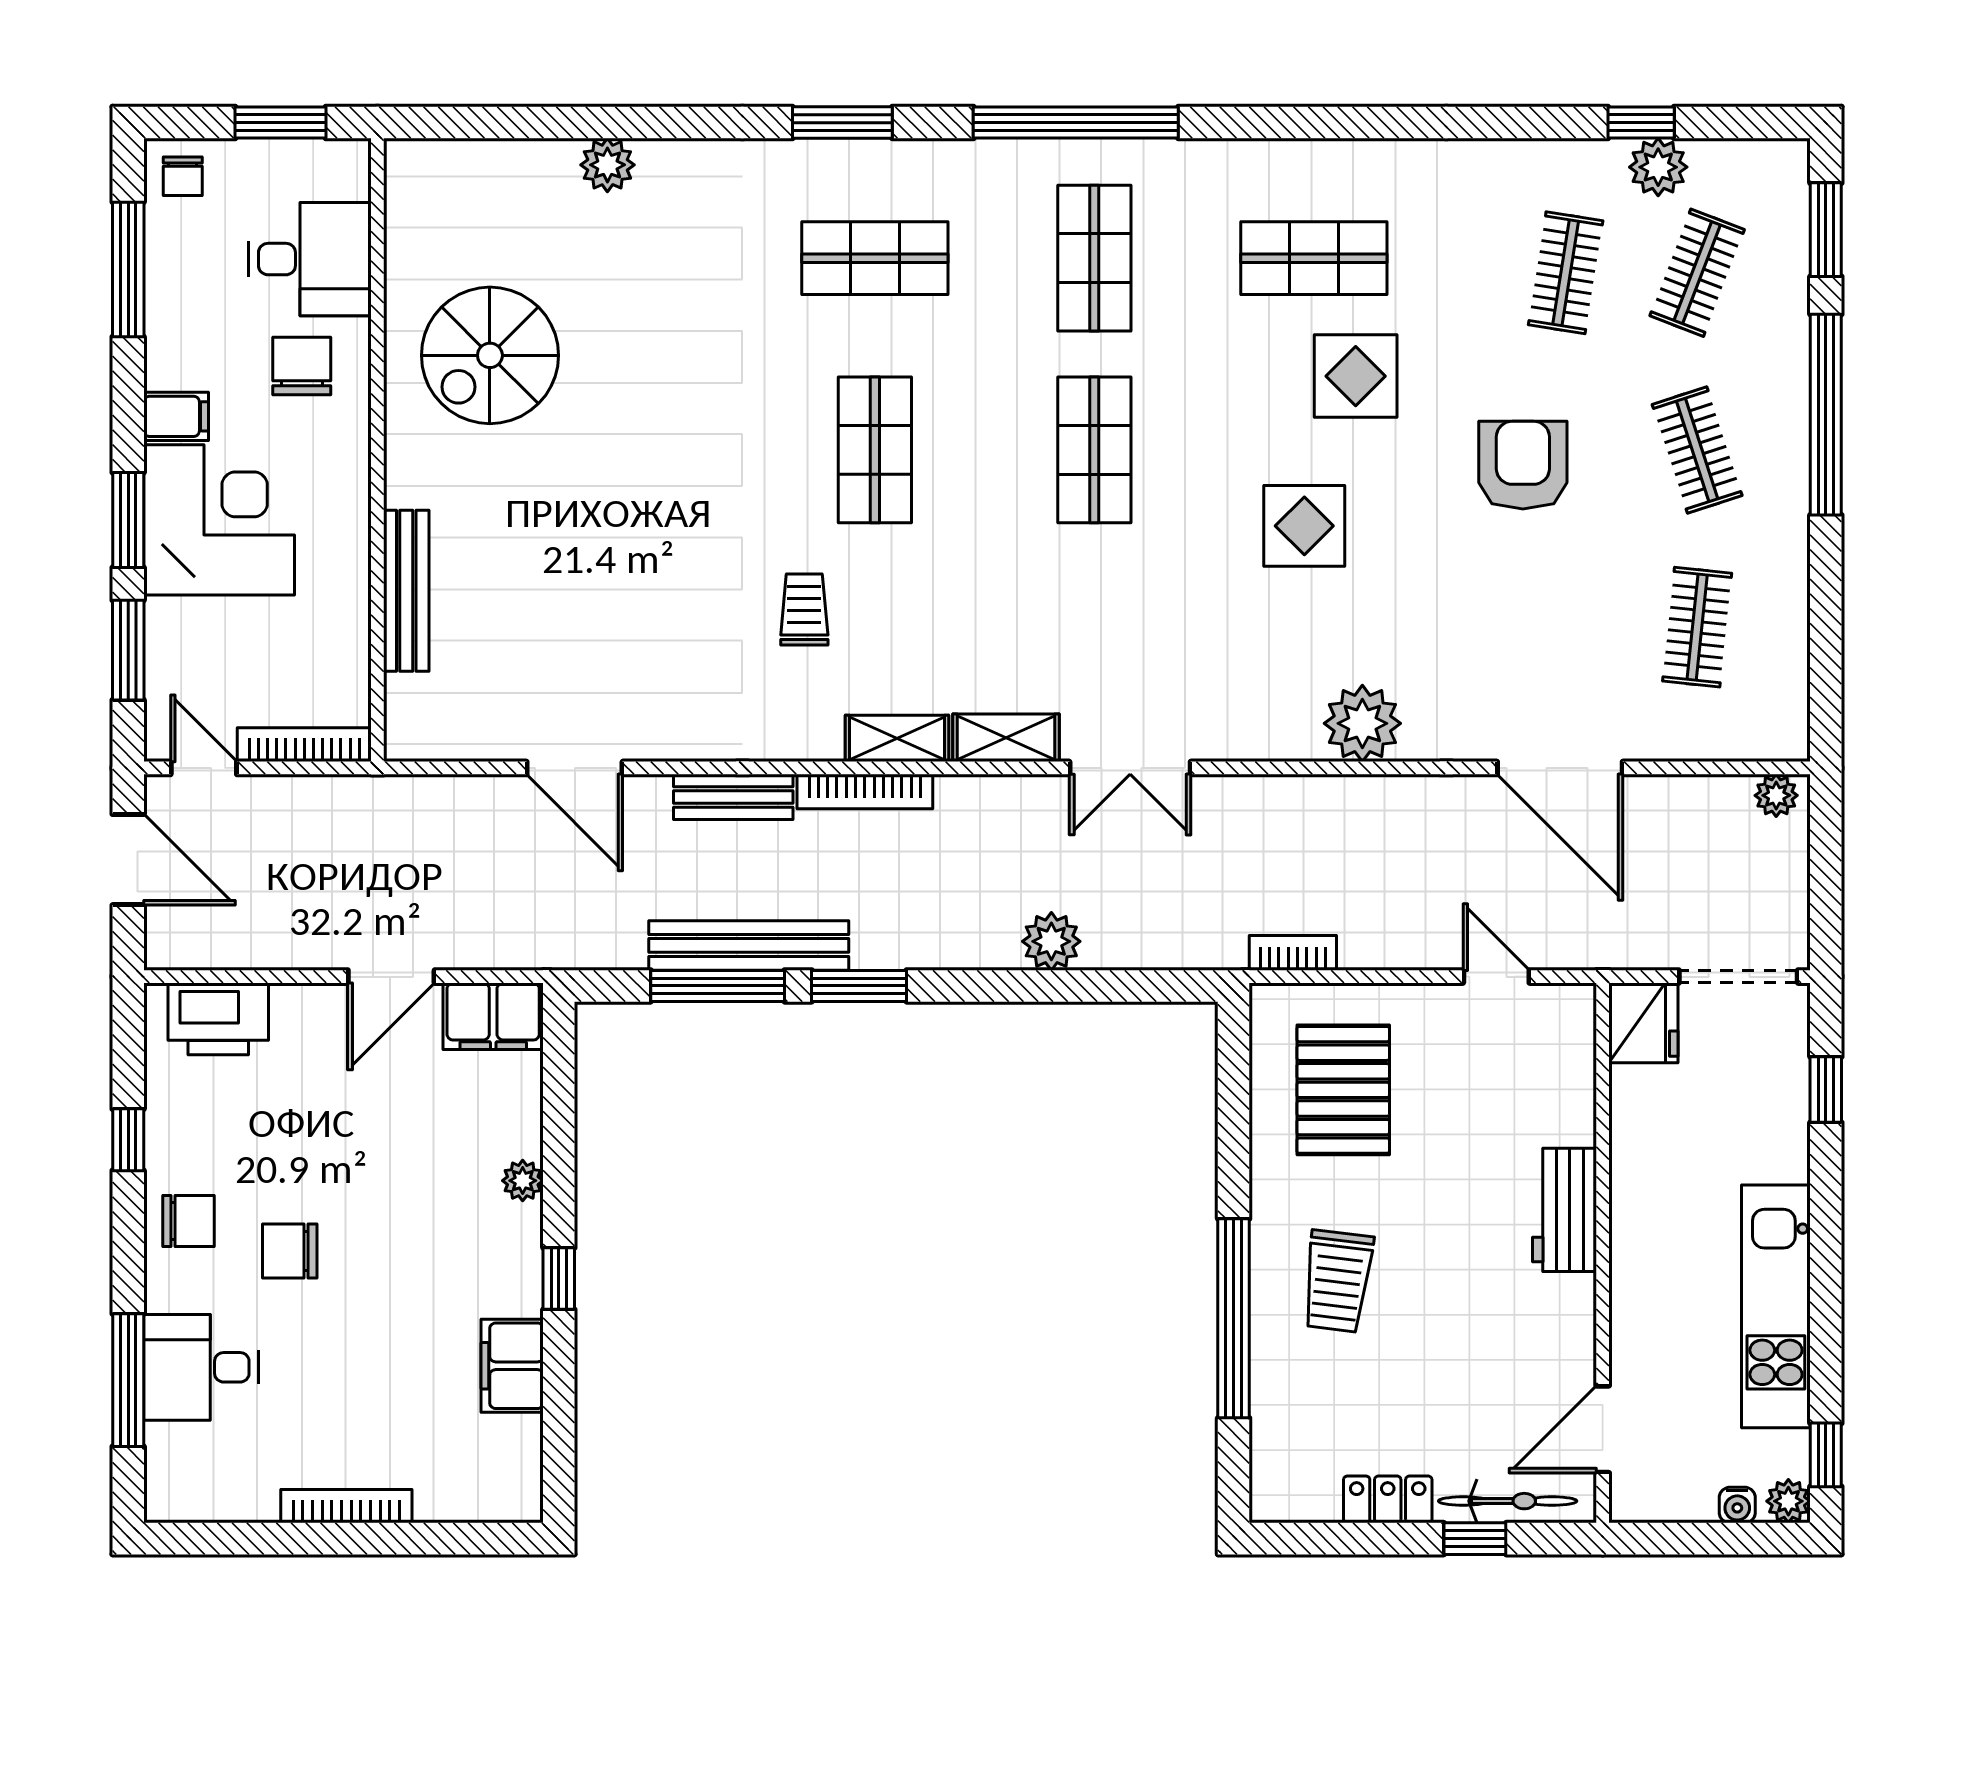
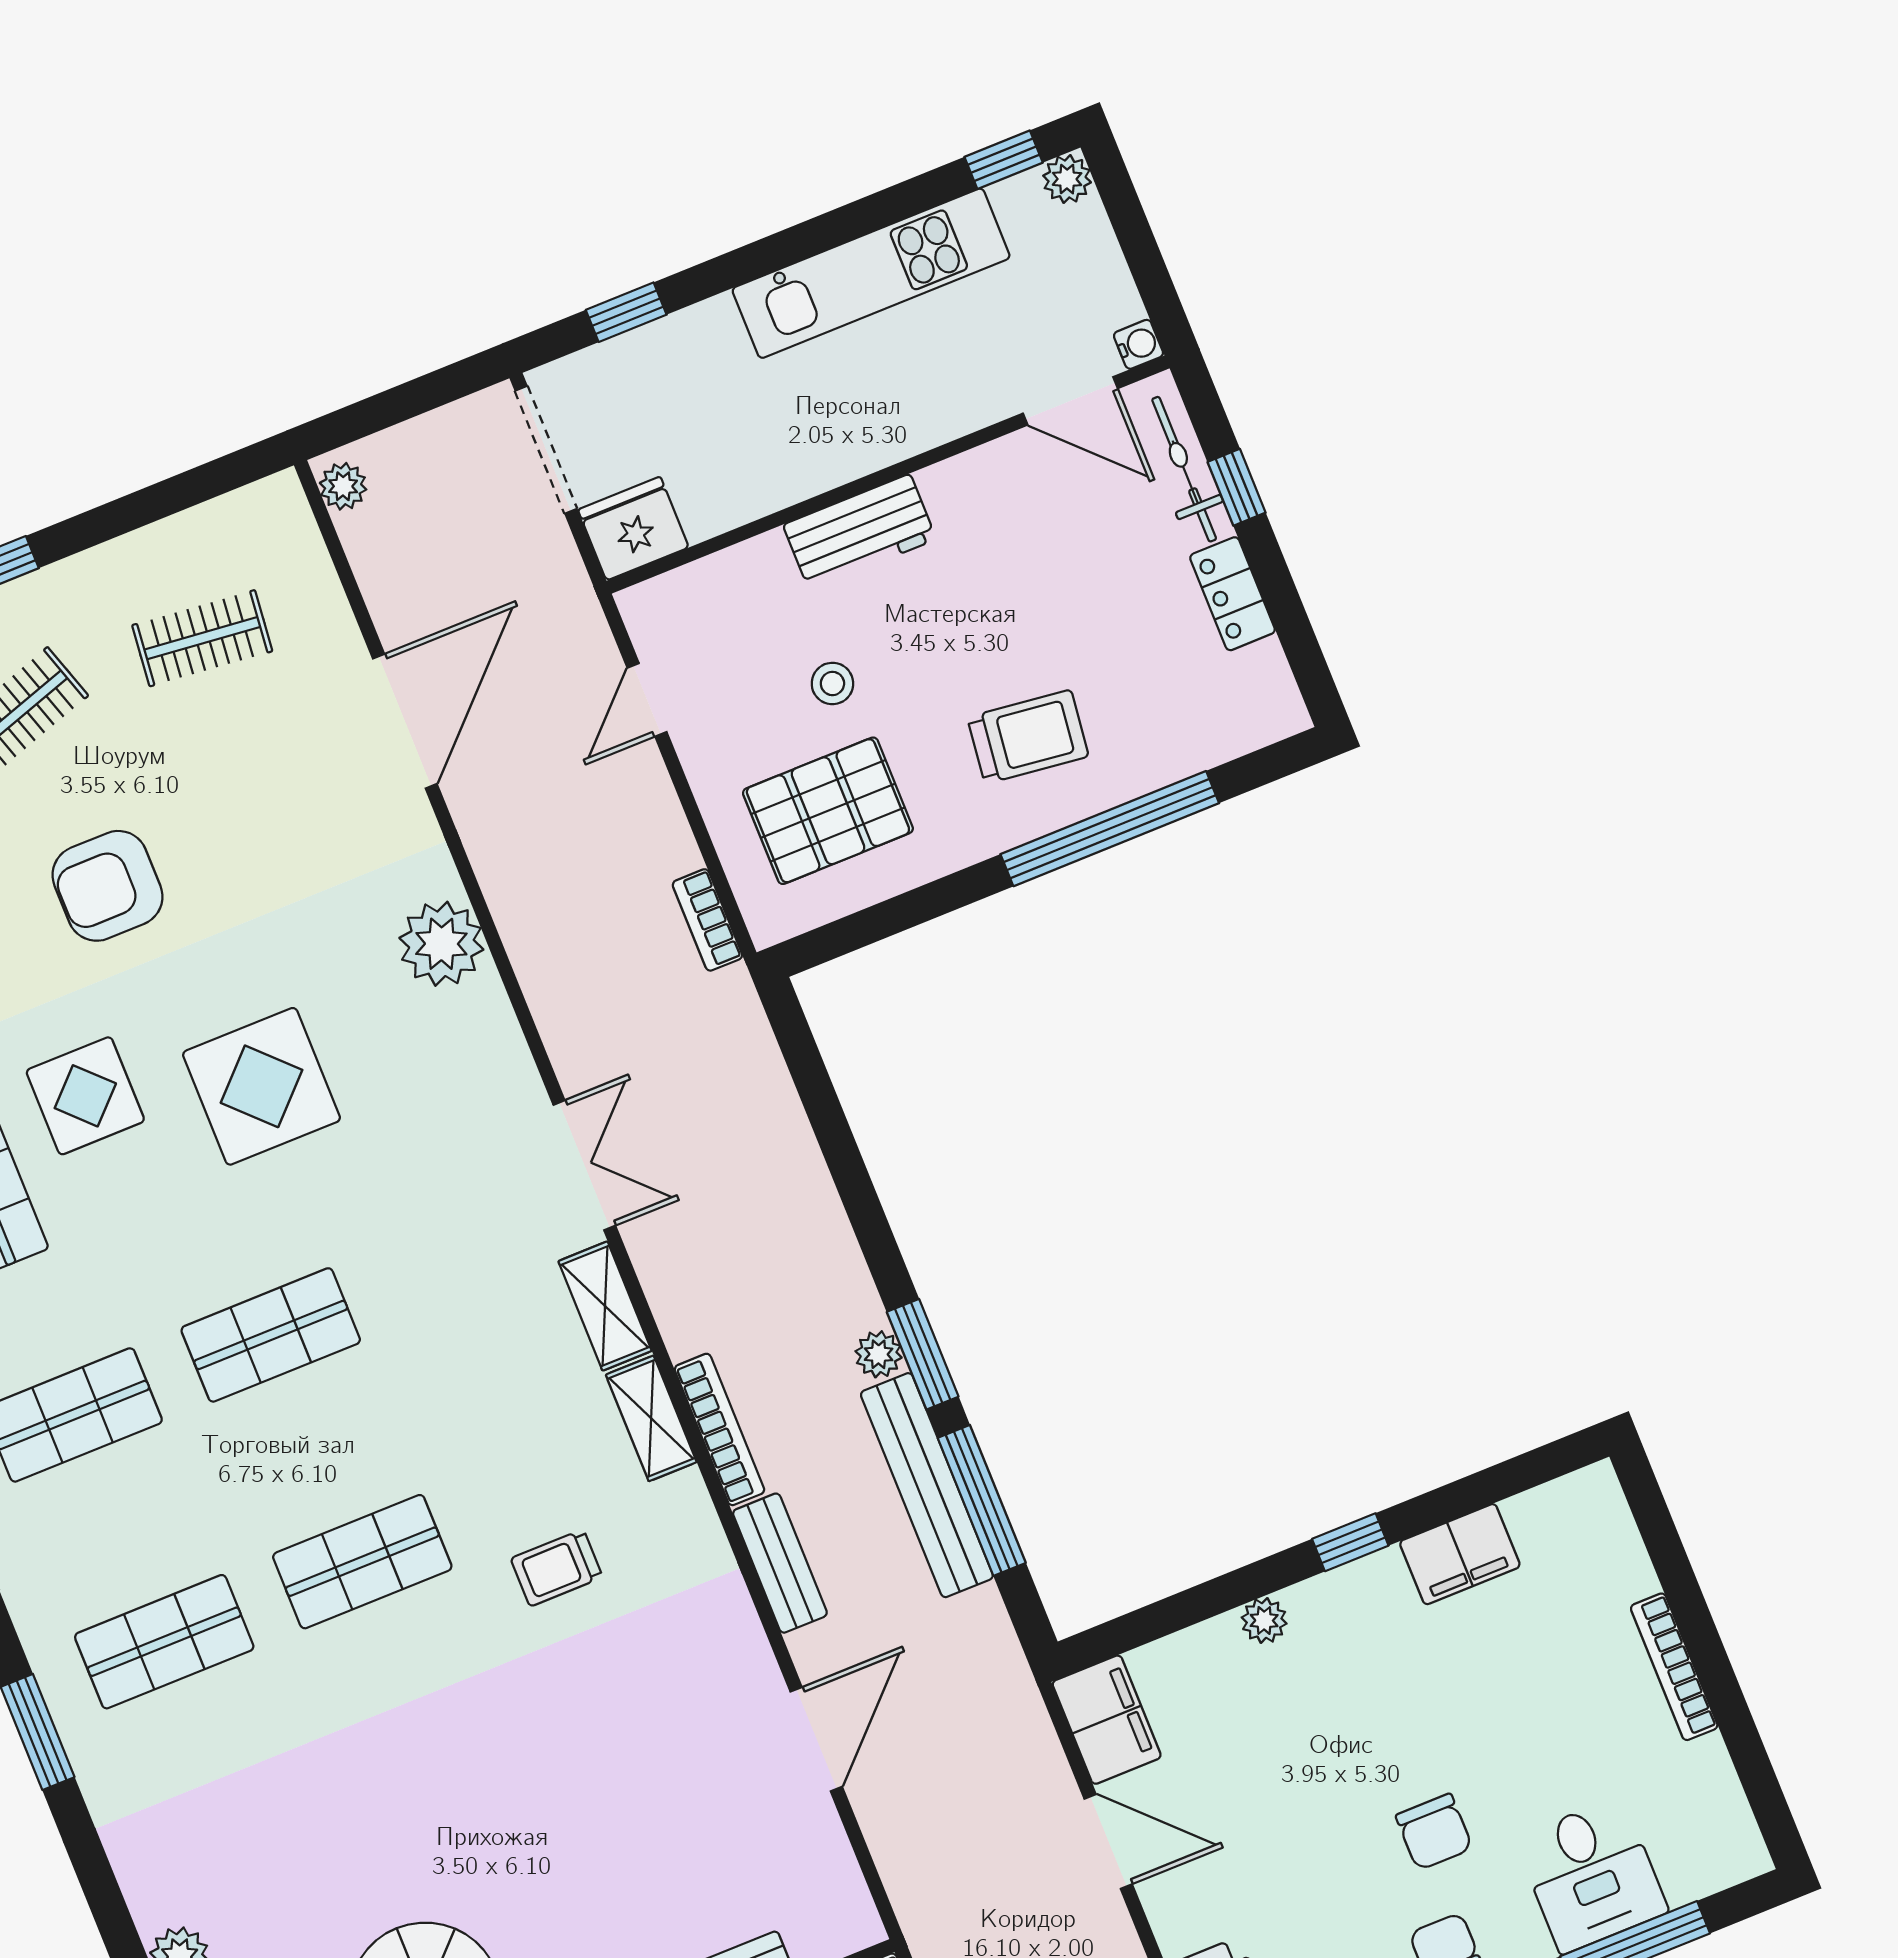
shop shelf: (875, 258) -> (164, 1642), turned 90
display table: (1304, 526) -> (261, 1086), width x1.36, depth x1.36
plant: (1051, 941) -> (879, 1354), moved, width x0.73, depth x0.73
stool: (1448, 1136) -> (832, 683), added
water cooler: (1737, 1505) -> (1138, 344), moved

